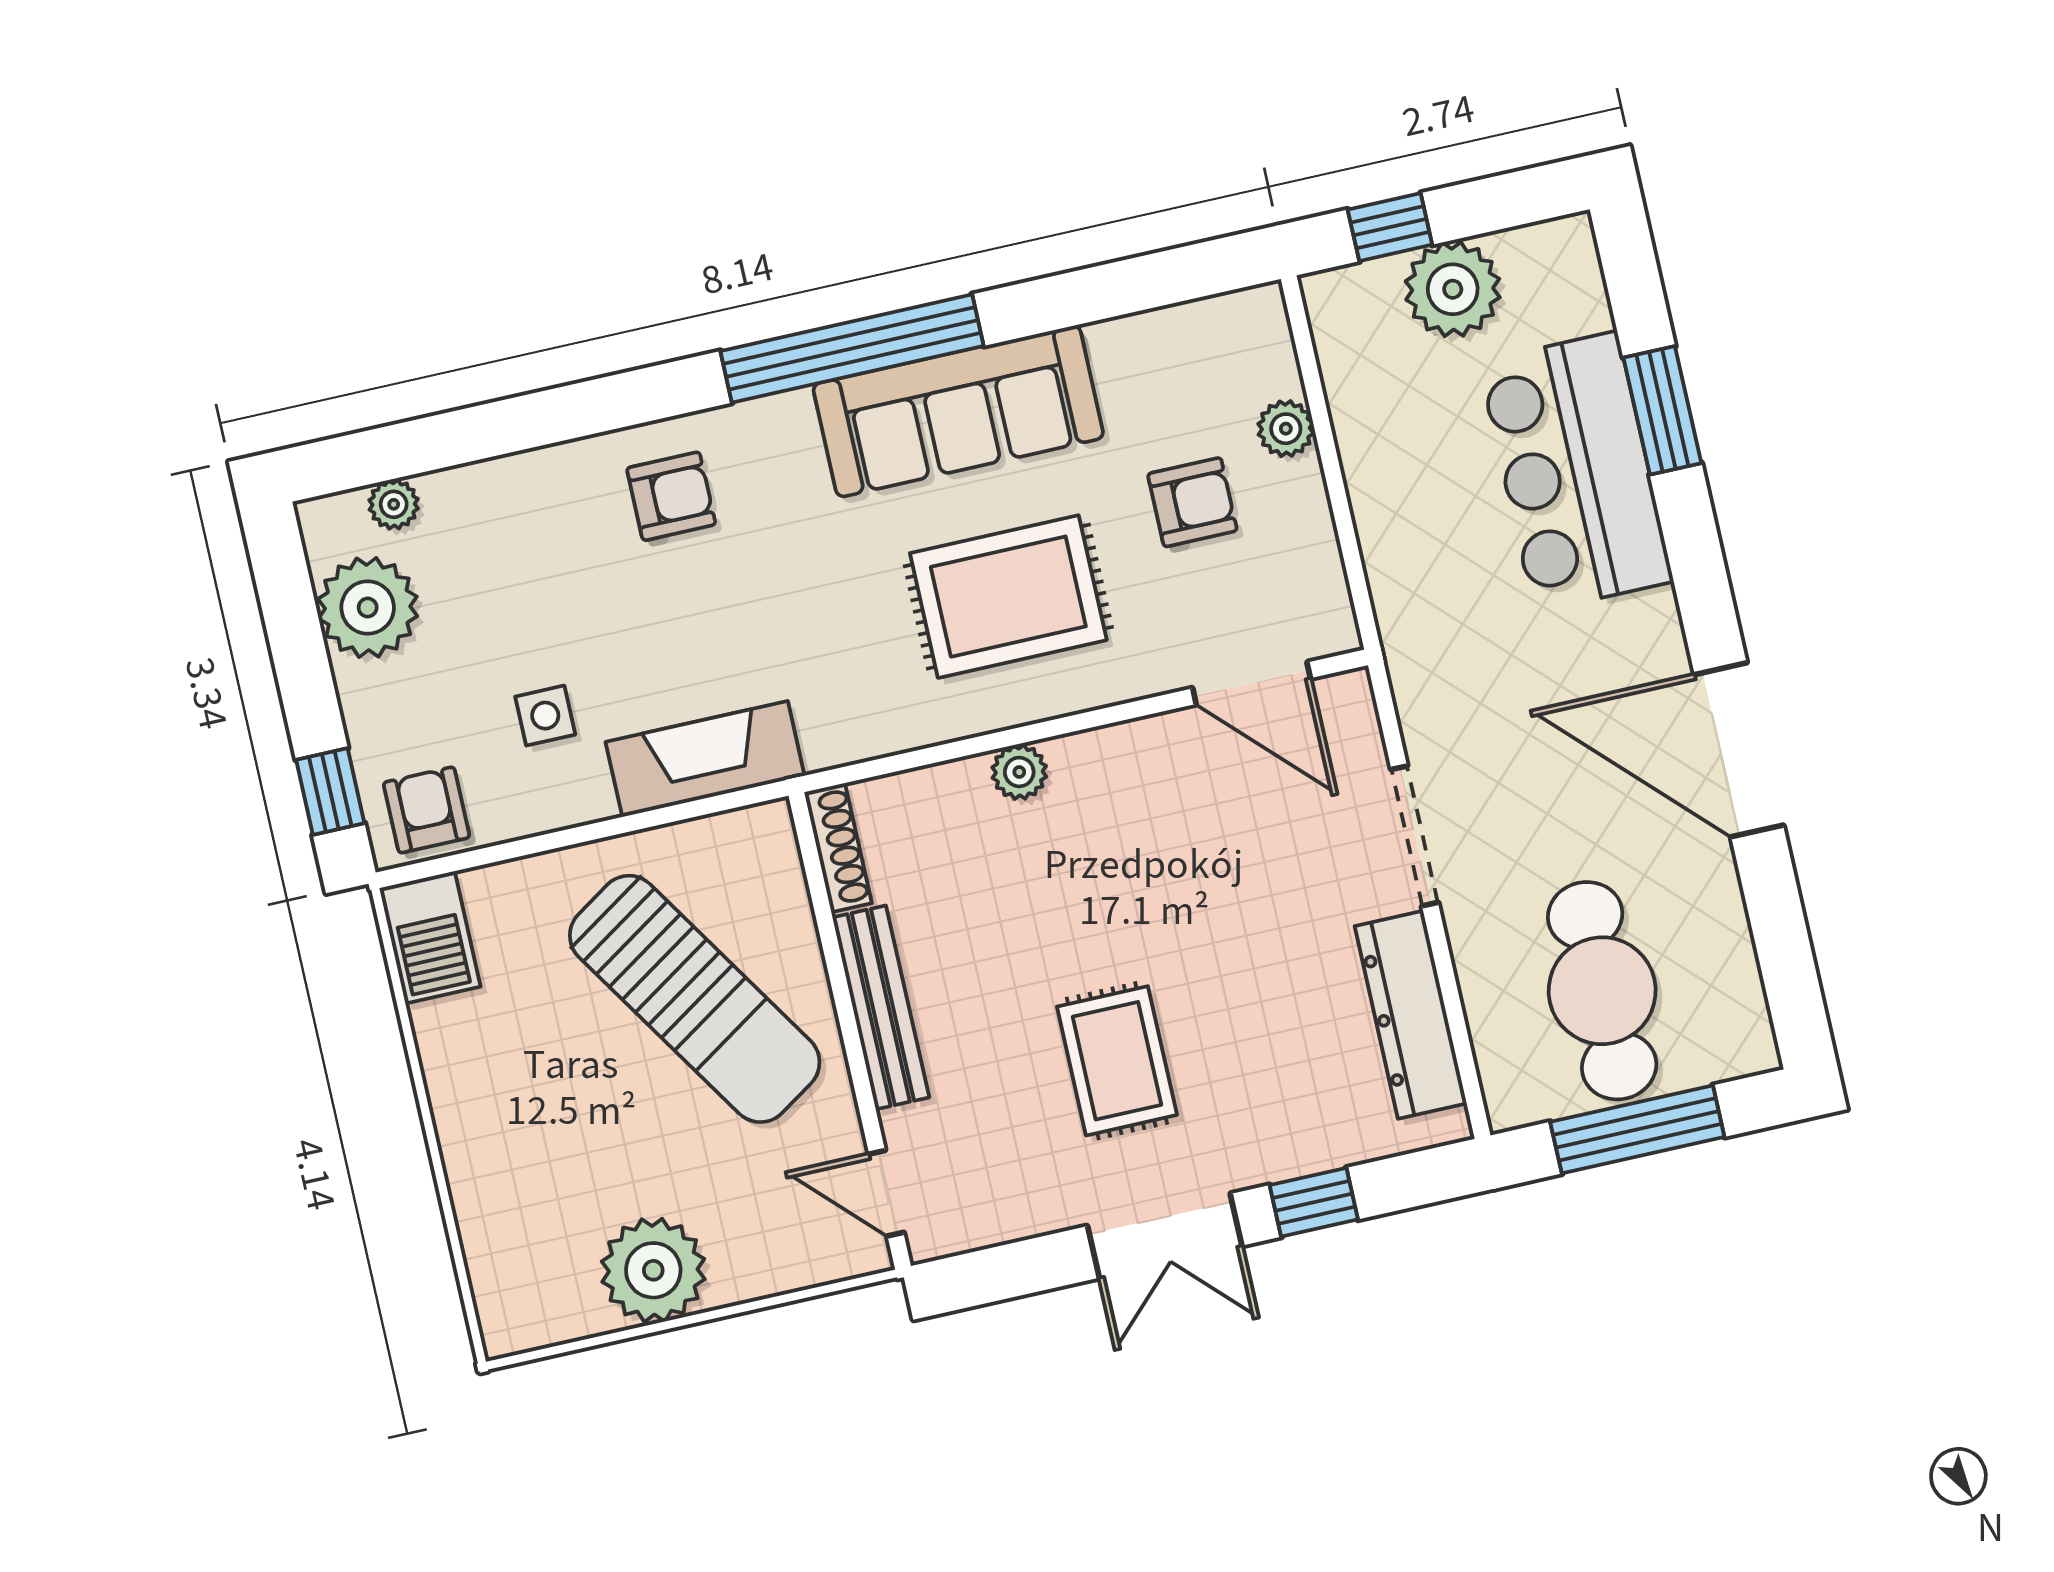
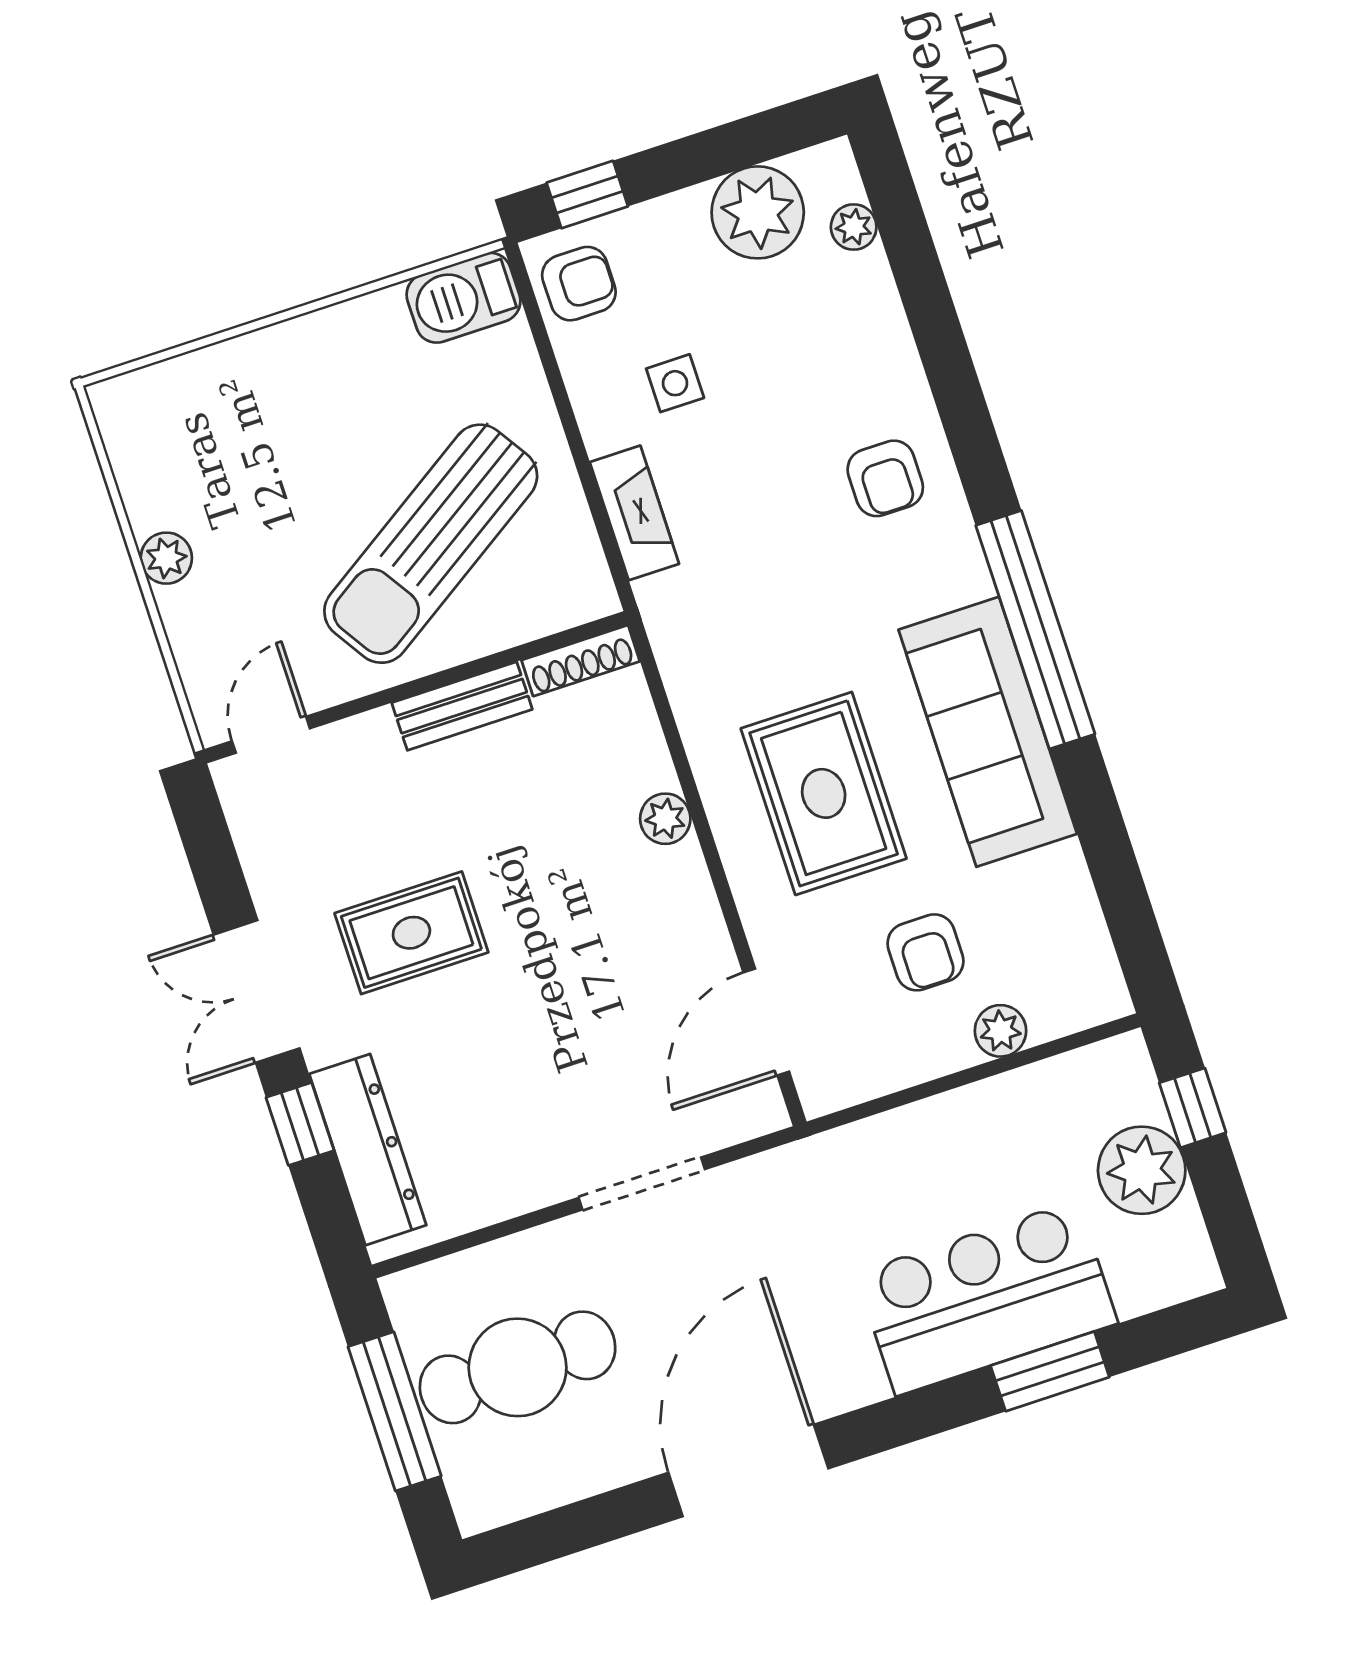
fireplace: (705, 759) -> (634, 513), width x0.73, depth x0.76
bench: (881, 1007) -> (462, 706), width x0.73
dresser: (1411, 1015) -> (368, 1150), moved, turned 90
plant: (653, 1270) -> (166, 558), width x0.53, depth x0.53

